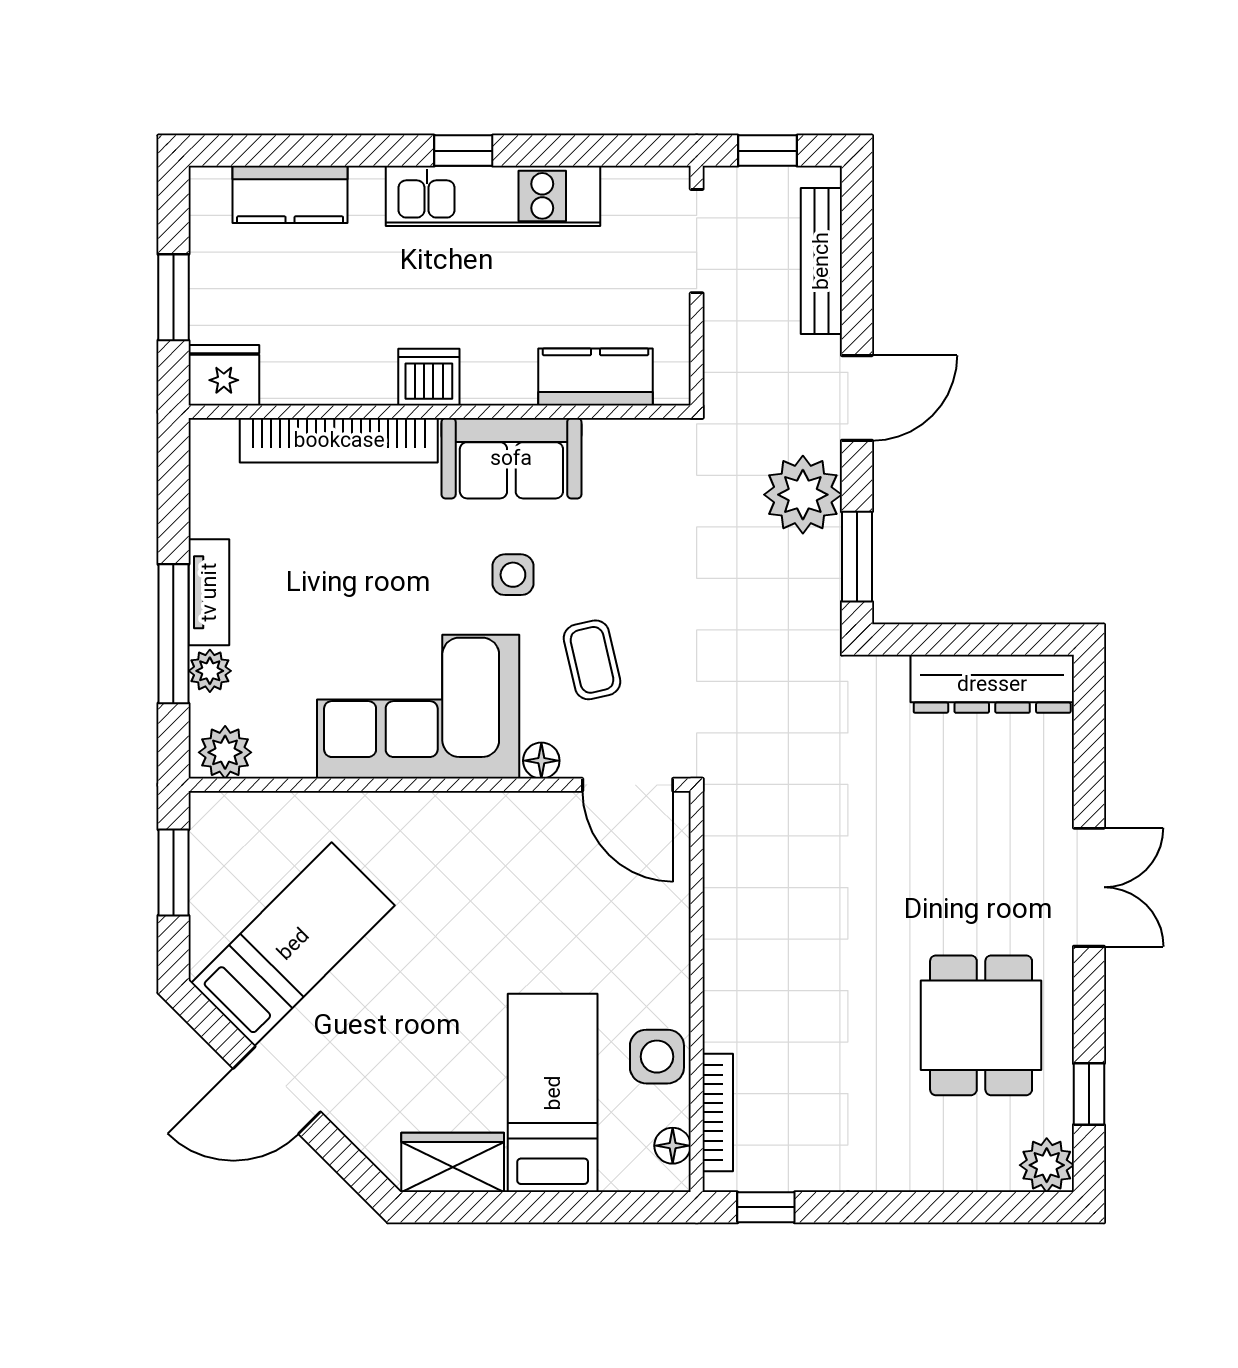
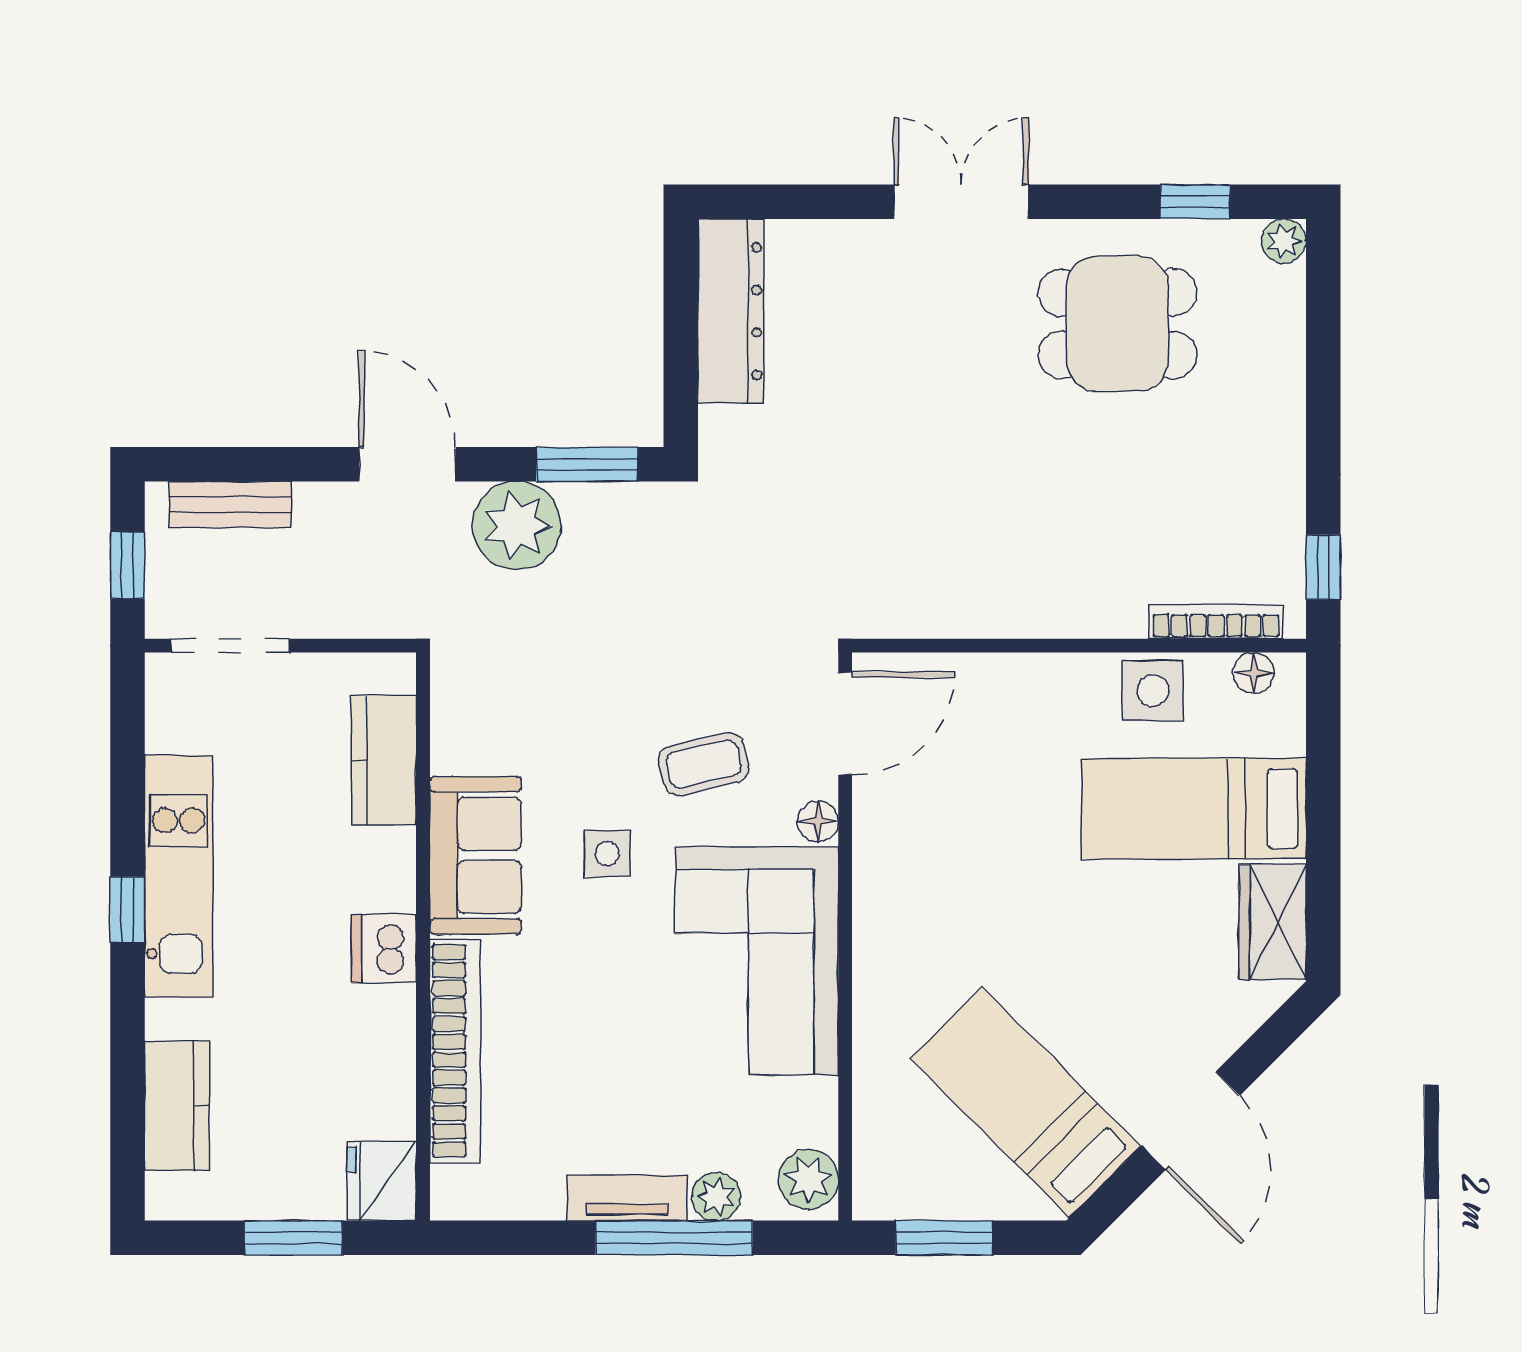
bench: (821, 261) -> (230, 504), width x0.73
plant: (1047, 1165) -> (1284, 241), width x0.73, depth x0.73

